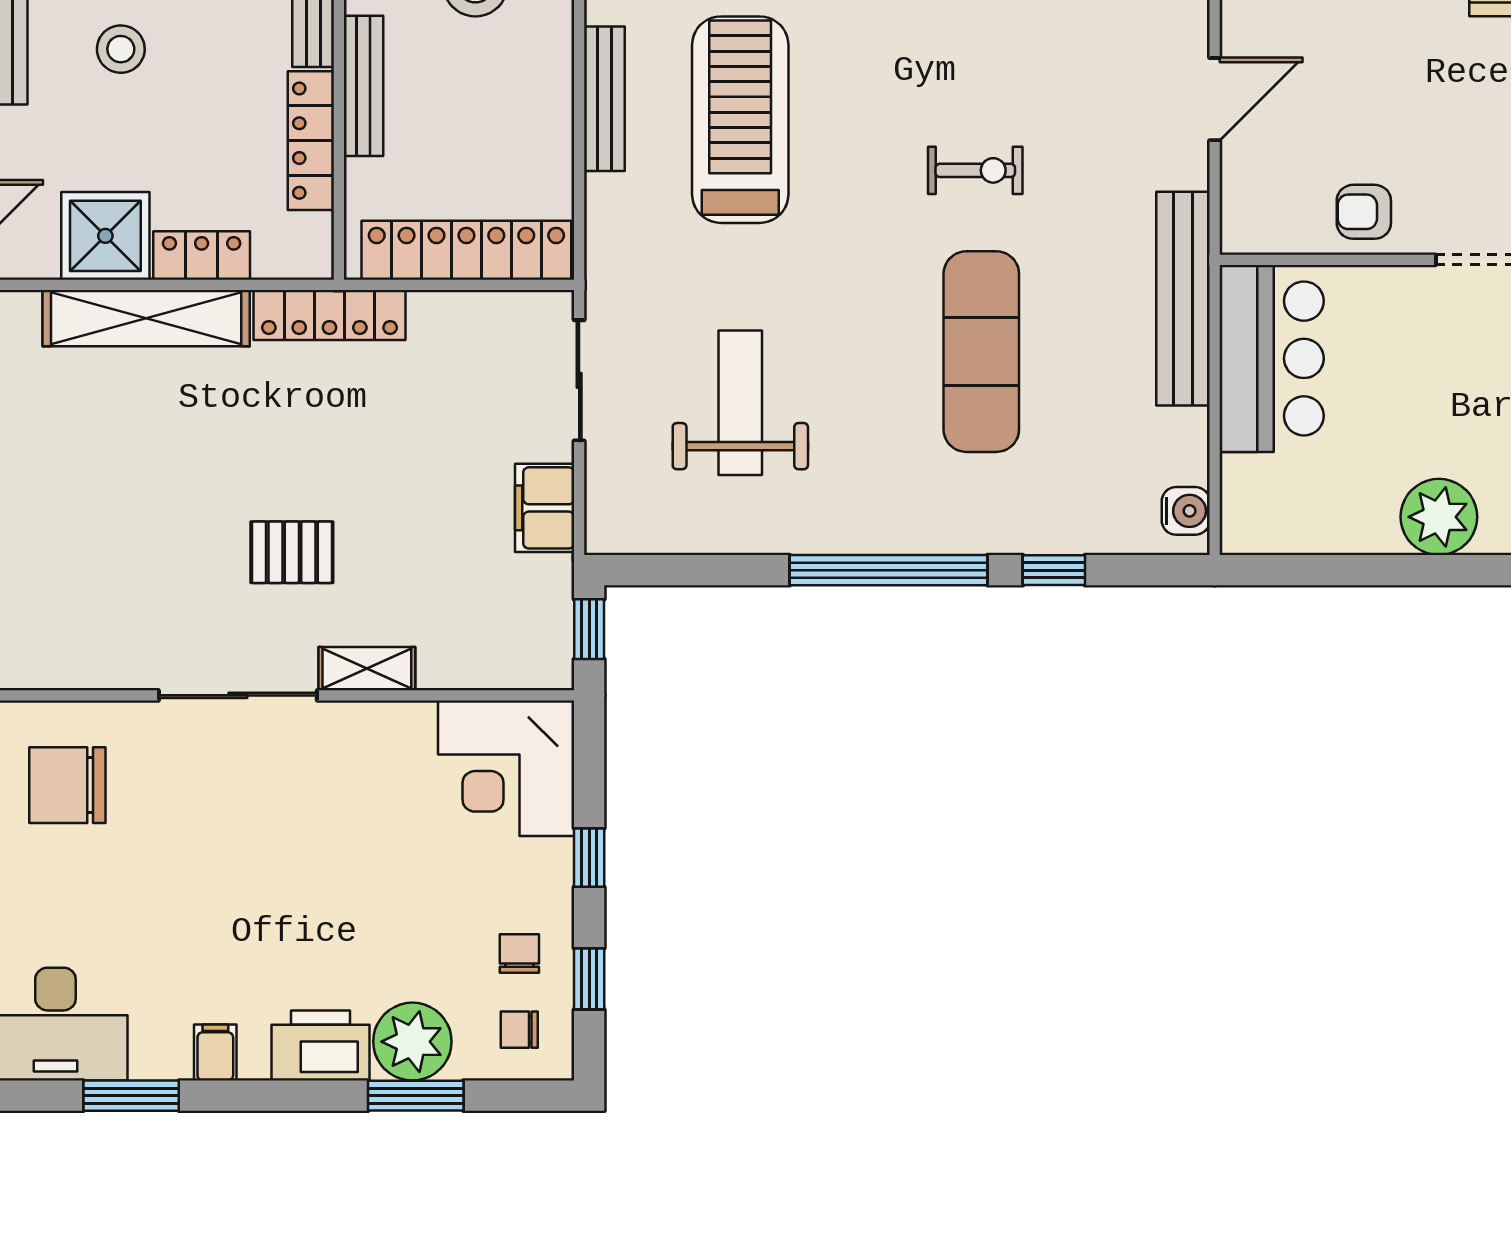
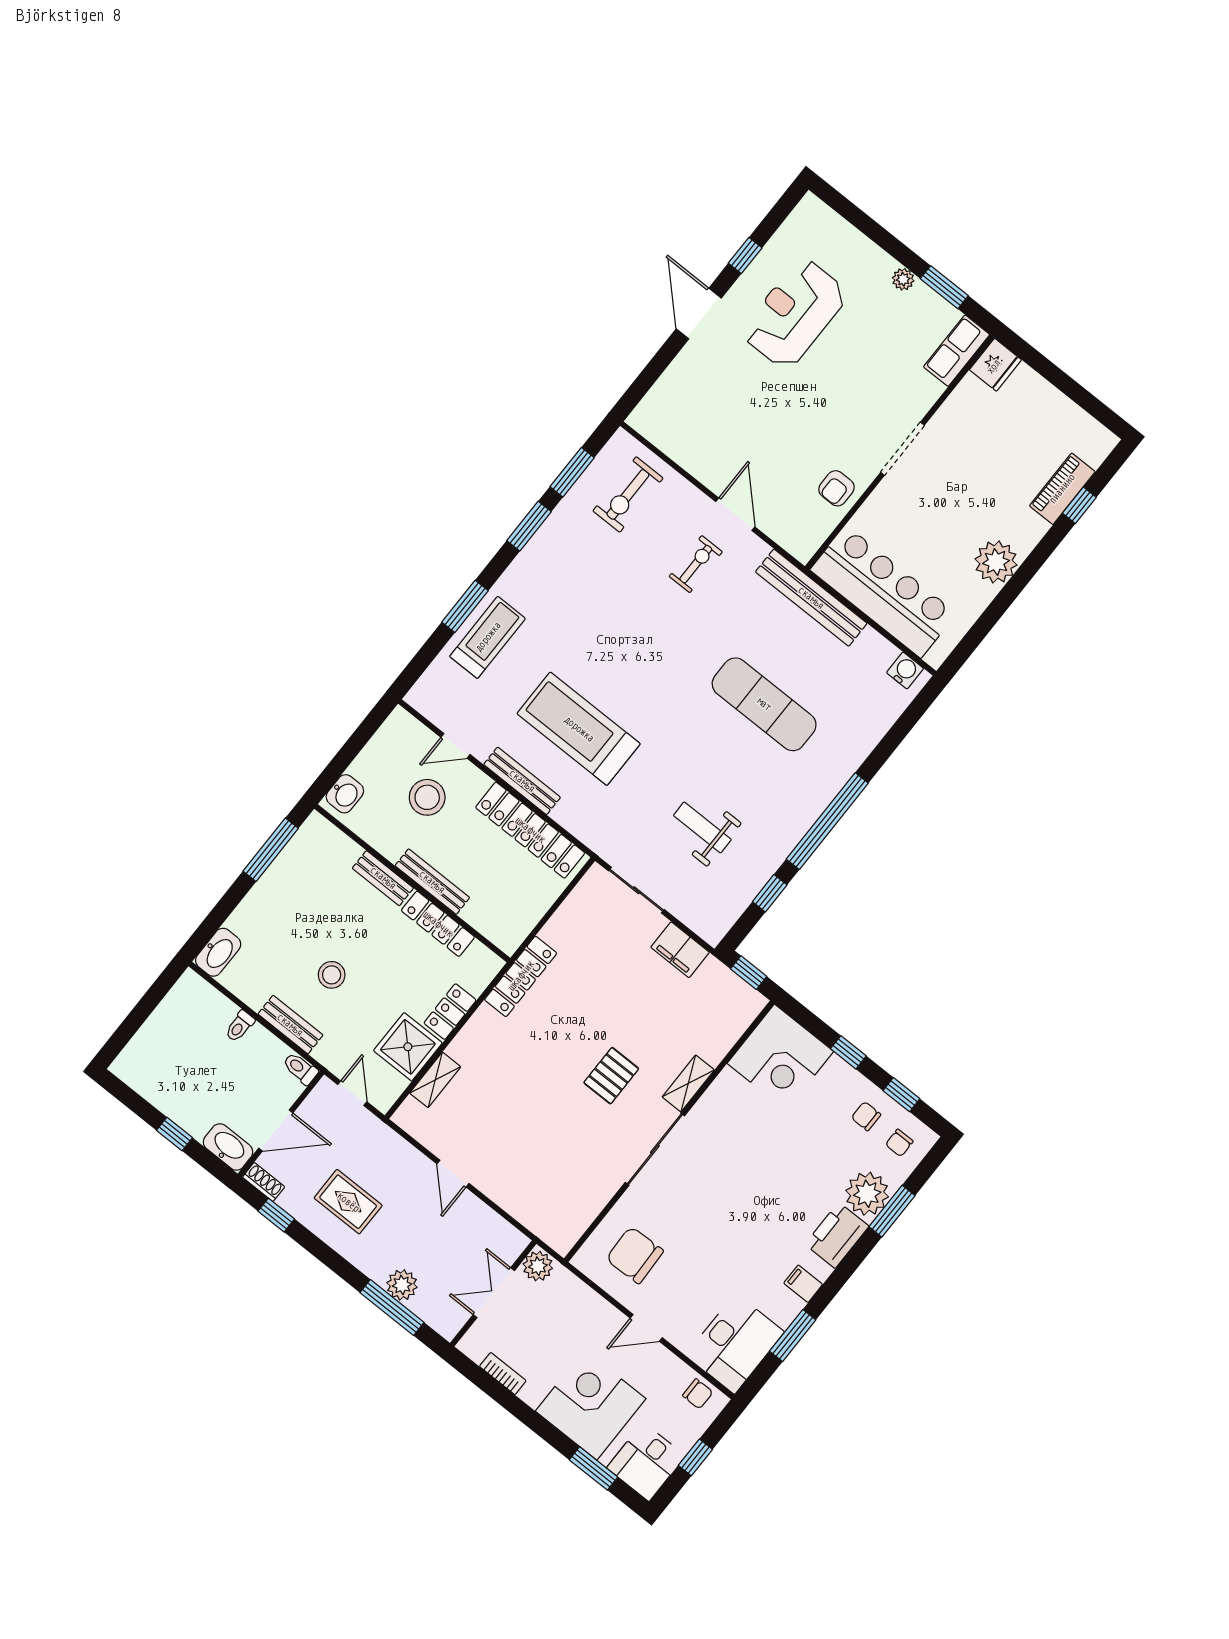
exercise bike: (975, 170) -> (696, 564), moved
locker: (466, 250) -> (530, 830), moved, turned -90
shelving: (146, 318) -> (435, 1080), width x0.45, depth x0.75
bar counter: (1272, 358) -> (883, 592), width x1.36
weight bench: (740, 403) -> (702, 827), width x0.73, depth x0.75
window: (1054, 570) -> (770, 893), moved
chair: (67, 785) -> (635, 1255), turned 88

